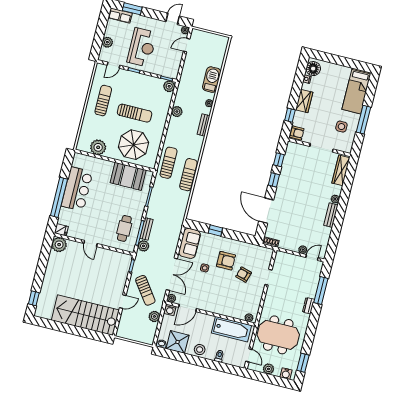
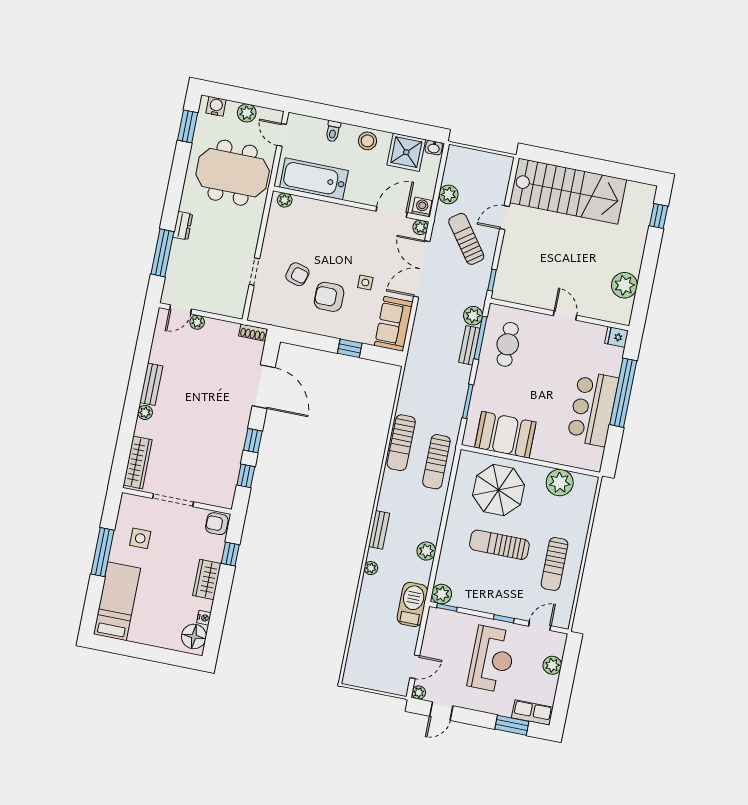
reception desk: (142, 47) -> (492, 659), turned 180
barbecue: (212, 80) -> (412, 604), moved, turned 180
plant: (59, 245) -> (624, 285), moved

